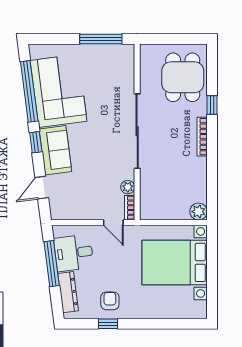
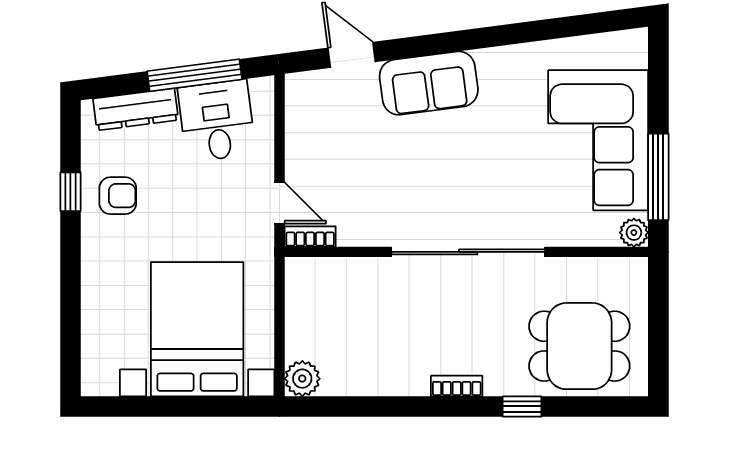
window: (29, 91) -> (550, 29), removed
corner sofa: (59, 91) -> (598, 140), moved, turned 97
bookcase: (202, 137) -> (457, 386), width x0.64
window: (36, 142) -> (445, 43), removed
plant: (128, 187) -> (634, 233), moved
door: (113, 223) -> (279, 203), swing flipped

